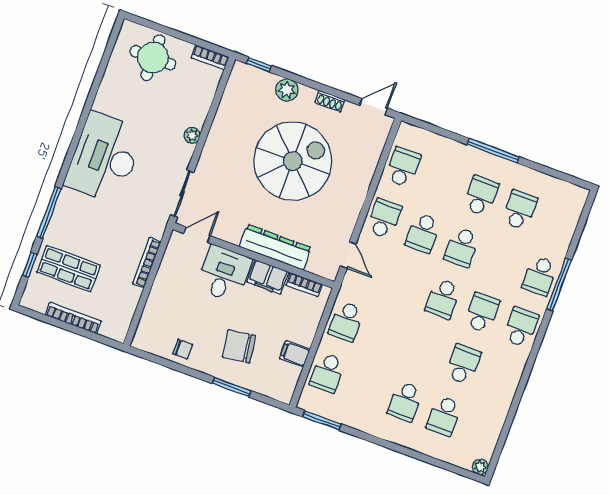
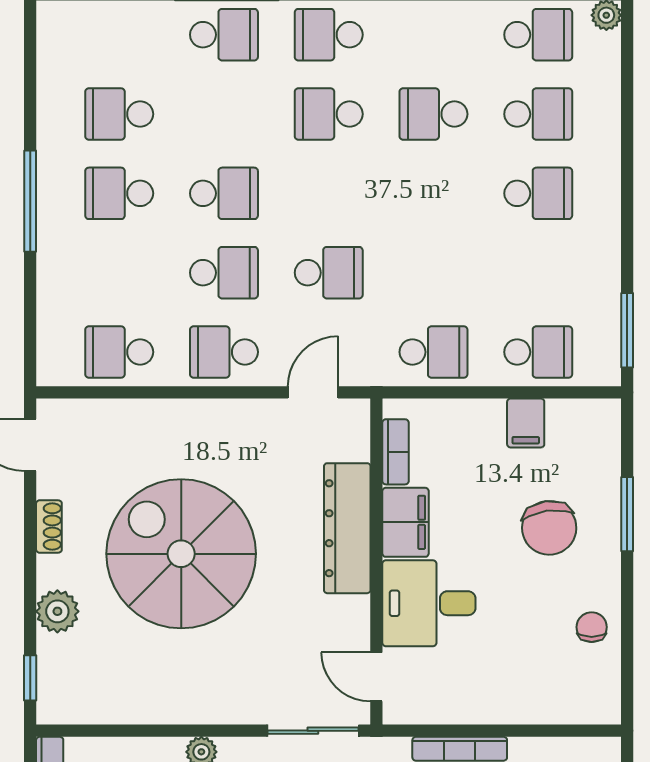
school desk: (443, 299) -> (329, 273), moved
school desk: (483, 430) -> (538, 35), added

